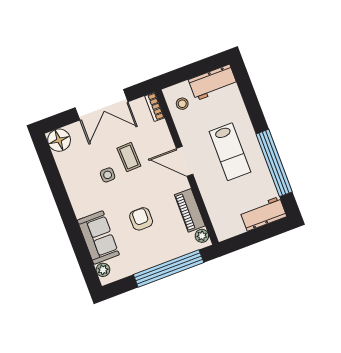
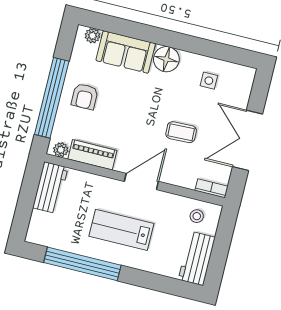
floor lamp: (59, 140) -> (166, 59), moved
side table: (108, 175) -> (209, 81), moved
workbench: (263, 214) -> (50, 188), moved
armchair: (141, 219) -> (85, 96), moved, turned 90

